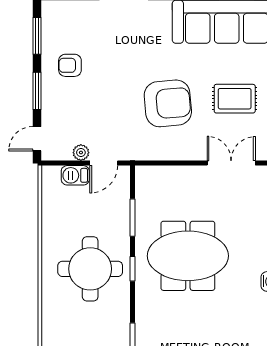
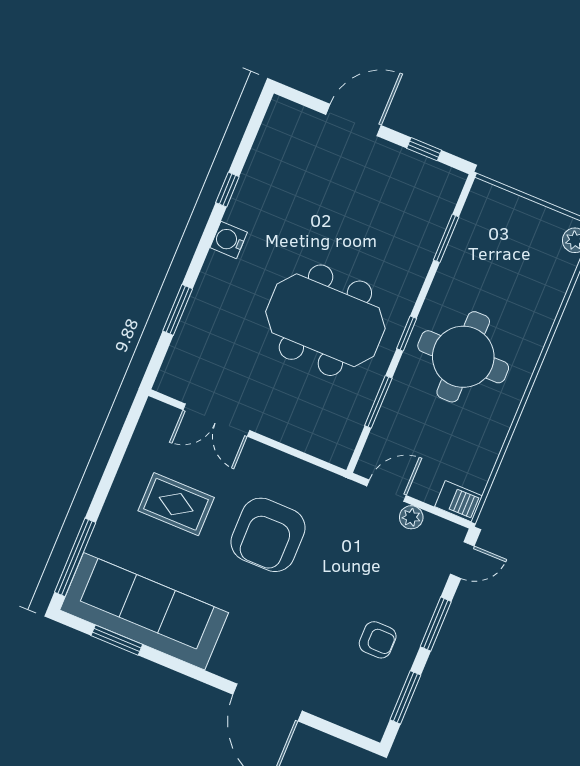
armchair: (168, 103) -> (268, 535), turned -85
barbecue: (75, 175) -> (459, 501), moved

